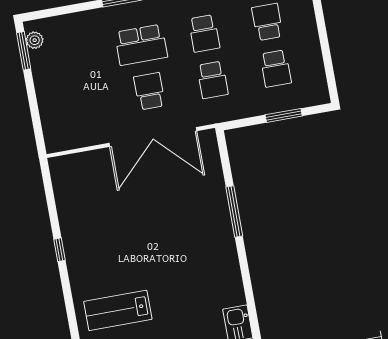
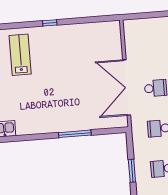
window: (59, 250) -> (50, 23), moved

